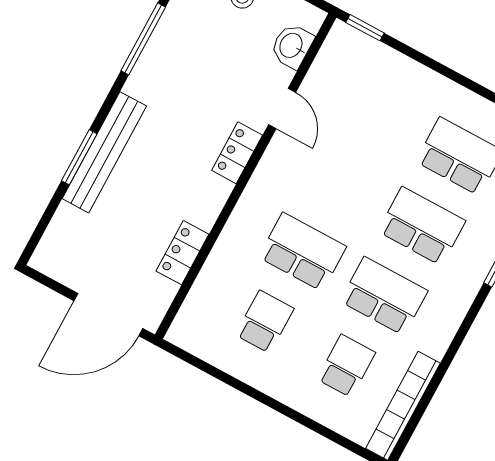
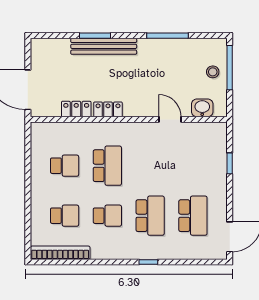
window: (365, 28) -> (230, 163), moved
door: (282, 108) -> (170, 119), swing flipped
locker: (237, 153) -> (108, 109), moved
school desk: (384, 296) -> (107, 216), width x0.54

